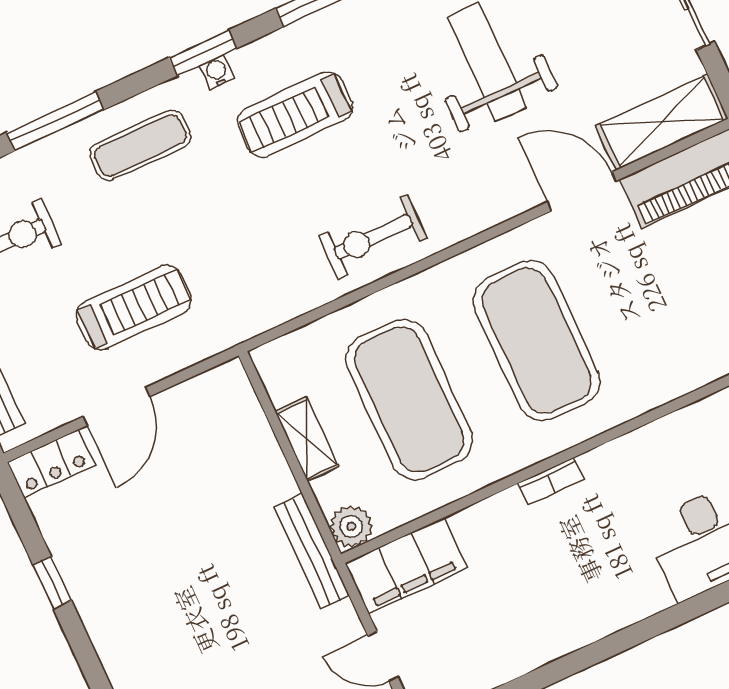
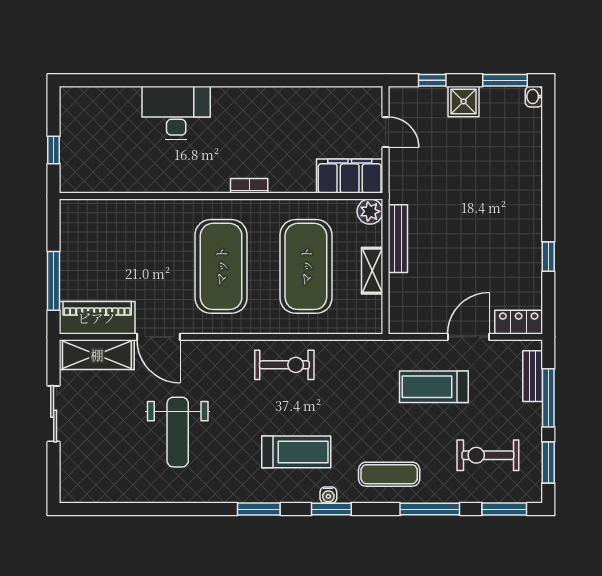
bench: (312, 551) -> (398, 239), moved

